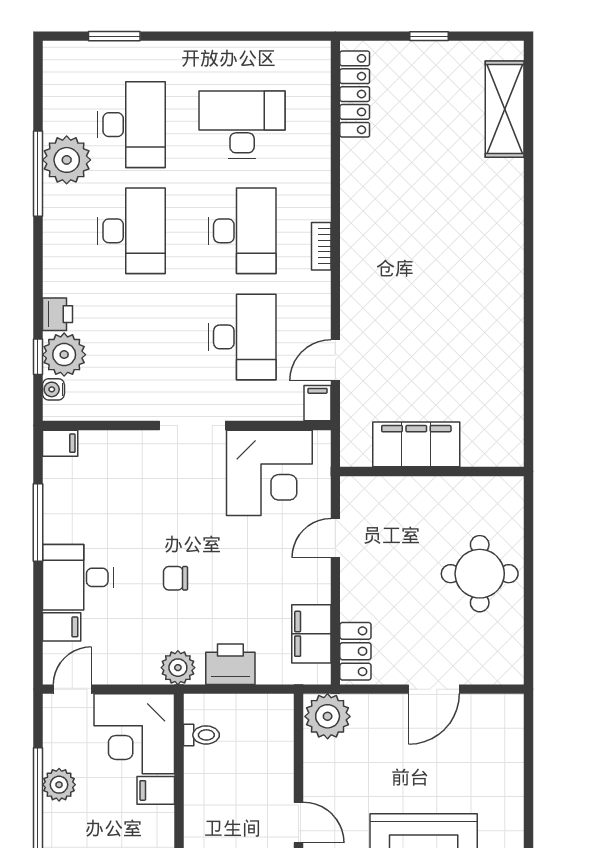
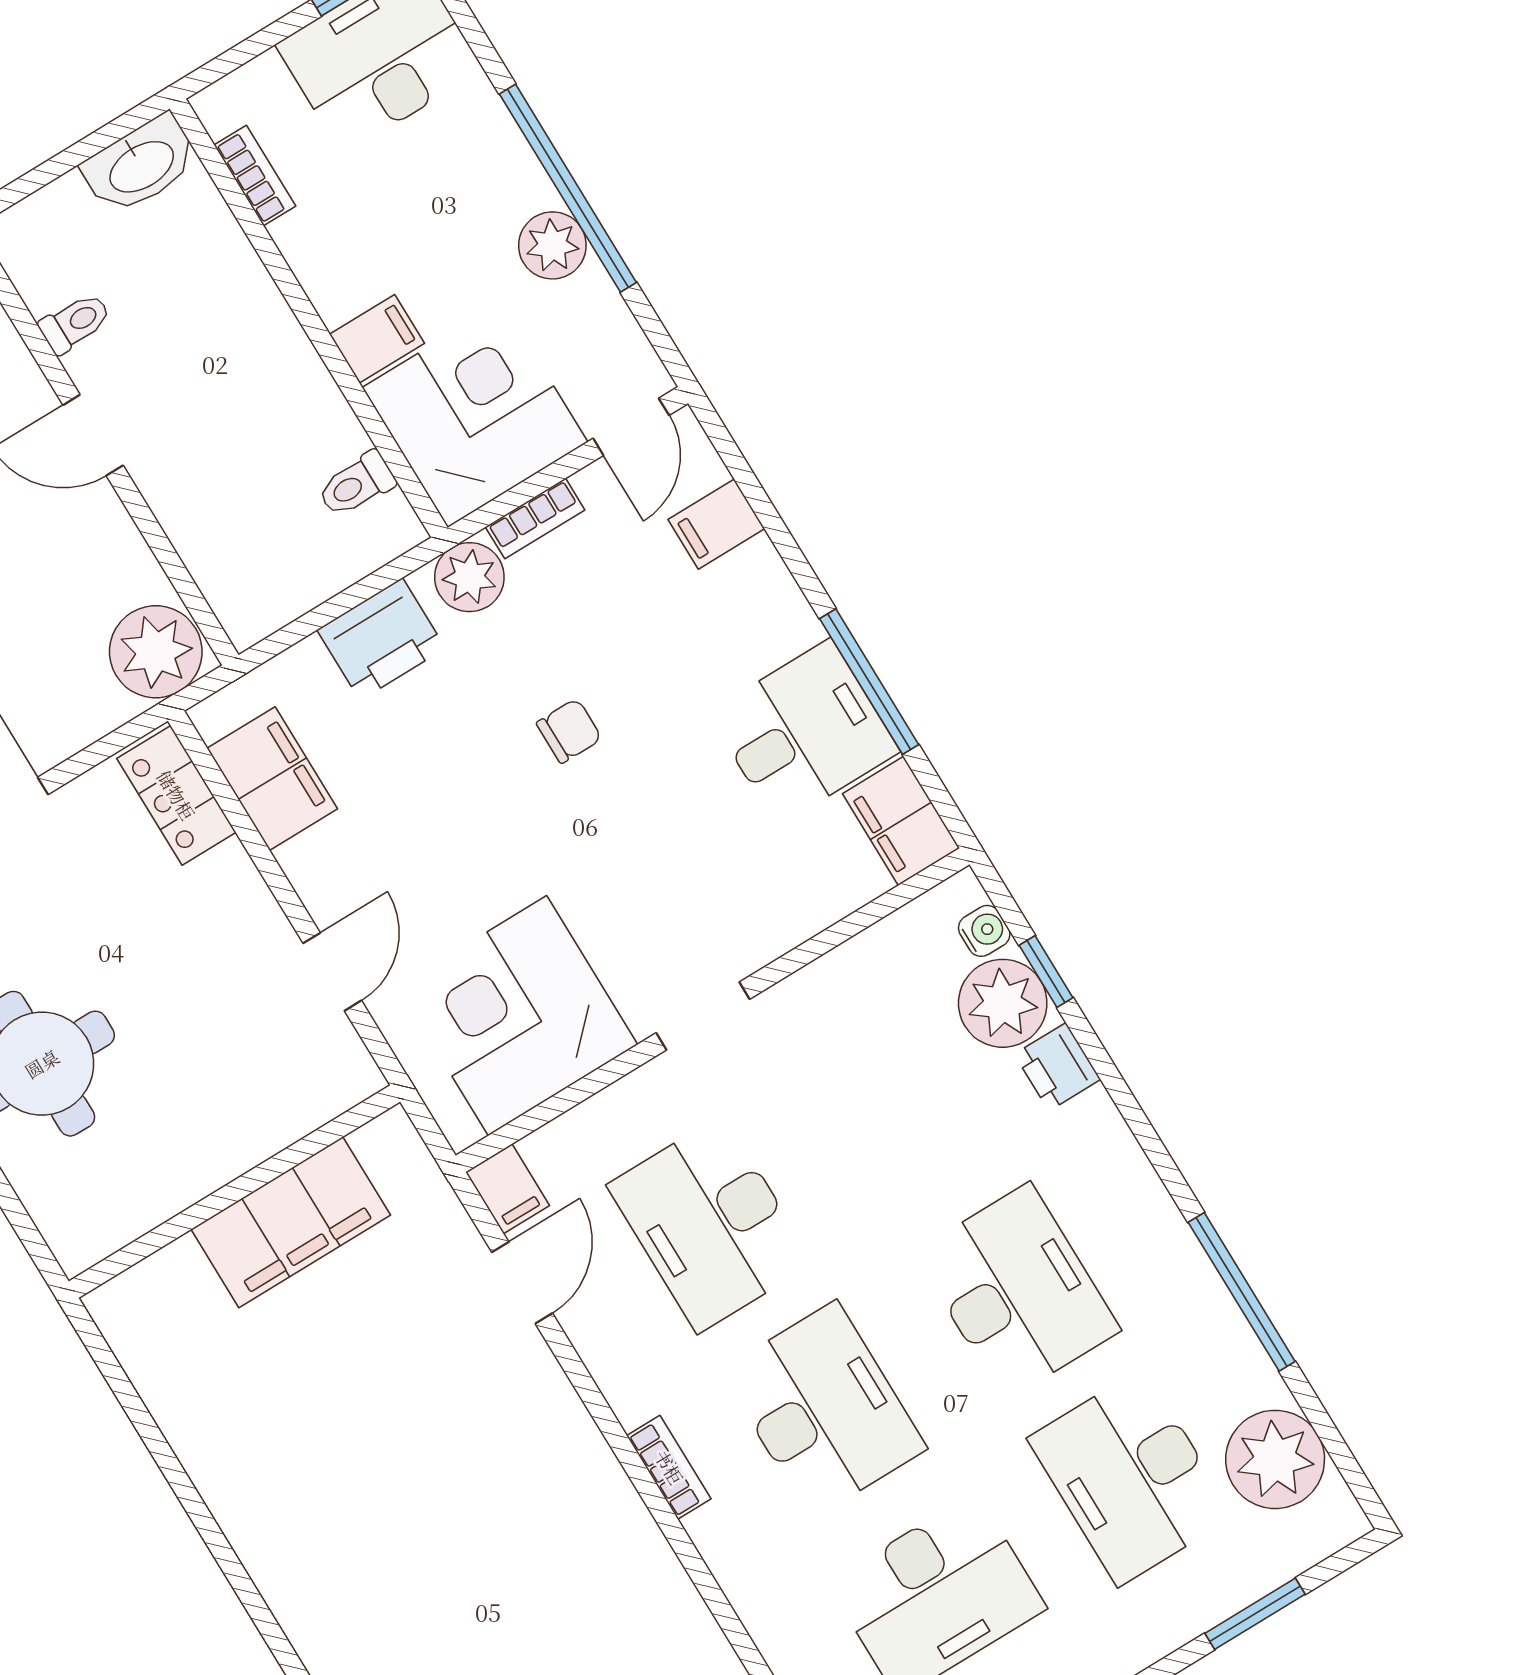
plant: (67, 160) -> (1275, 1459), moved
desk: (131, 231) -> (1017, 1291), turned 180
desk: (242, 231) -> (824, 1410), turned 180
doorway: (192, 425) -> (703, 1016), width x0.73
filing cabinet: (60, 443) -> (901, 821), width x2.00
desk: (78, 577) -> (804, 732), moved
bookcase: (136, 675) -> (535, 518), added

